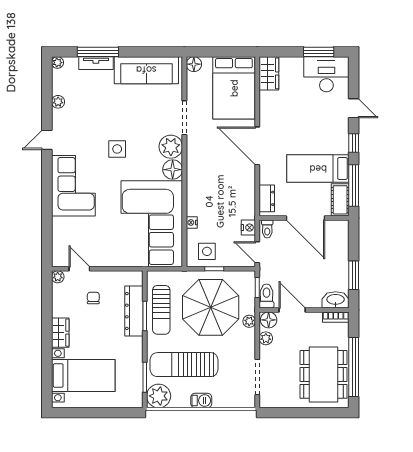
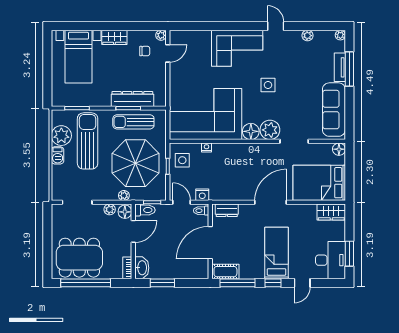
bed: (318, 169) -> (277, 253), moved
door: (257, 252) -> (182, 202), hinge flipped
chair: (93, 298) -> (145, 51), moved
plant: (159, 396) -> (61, 136), moved

